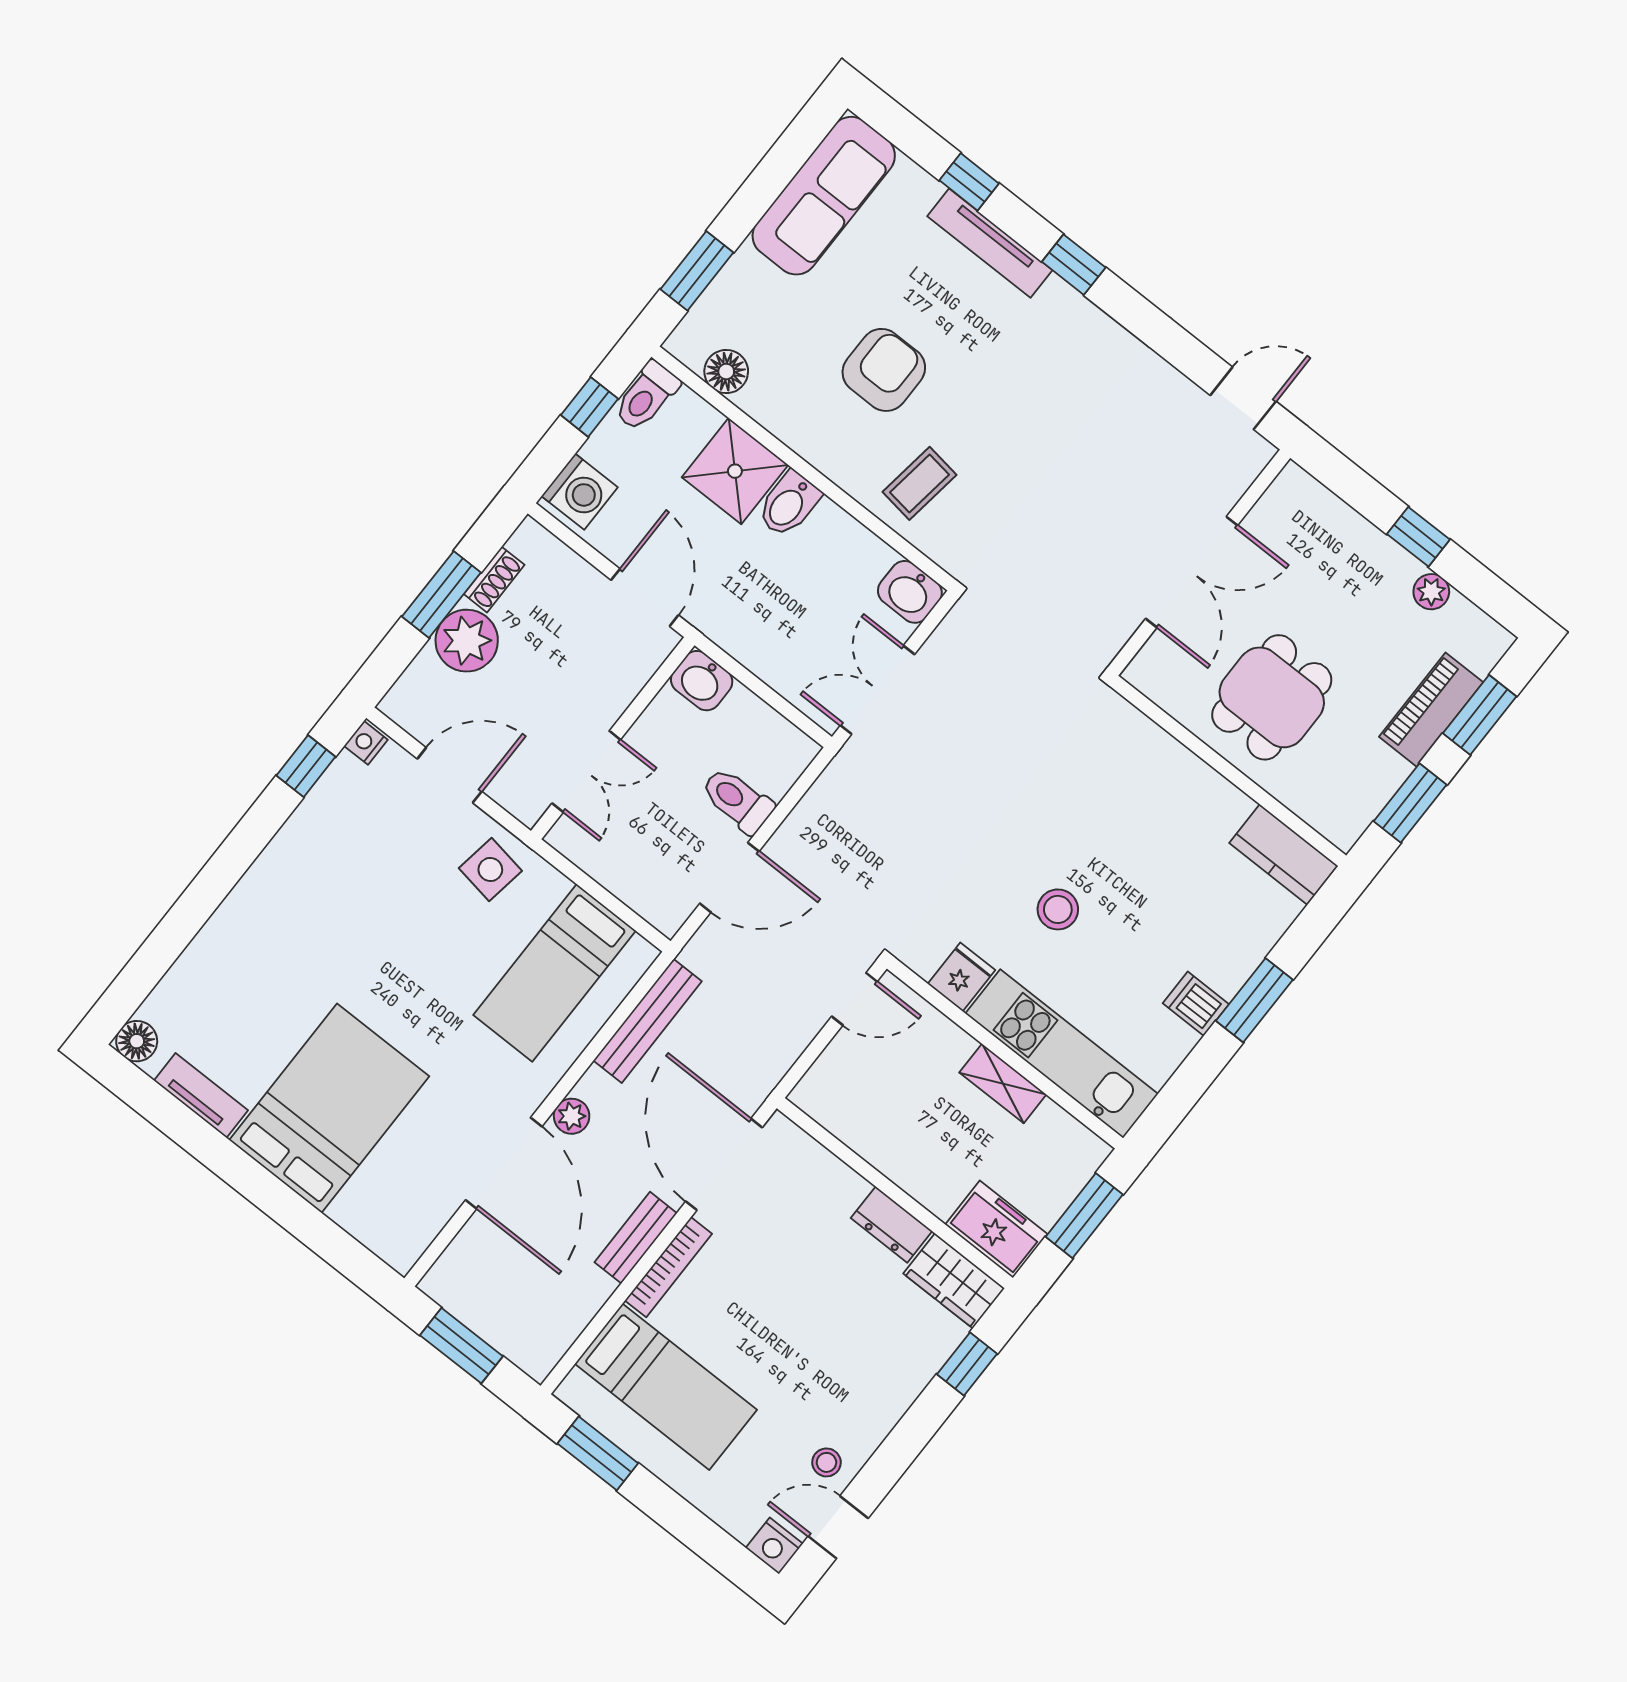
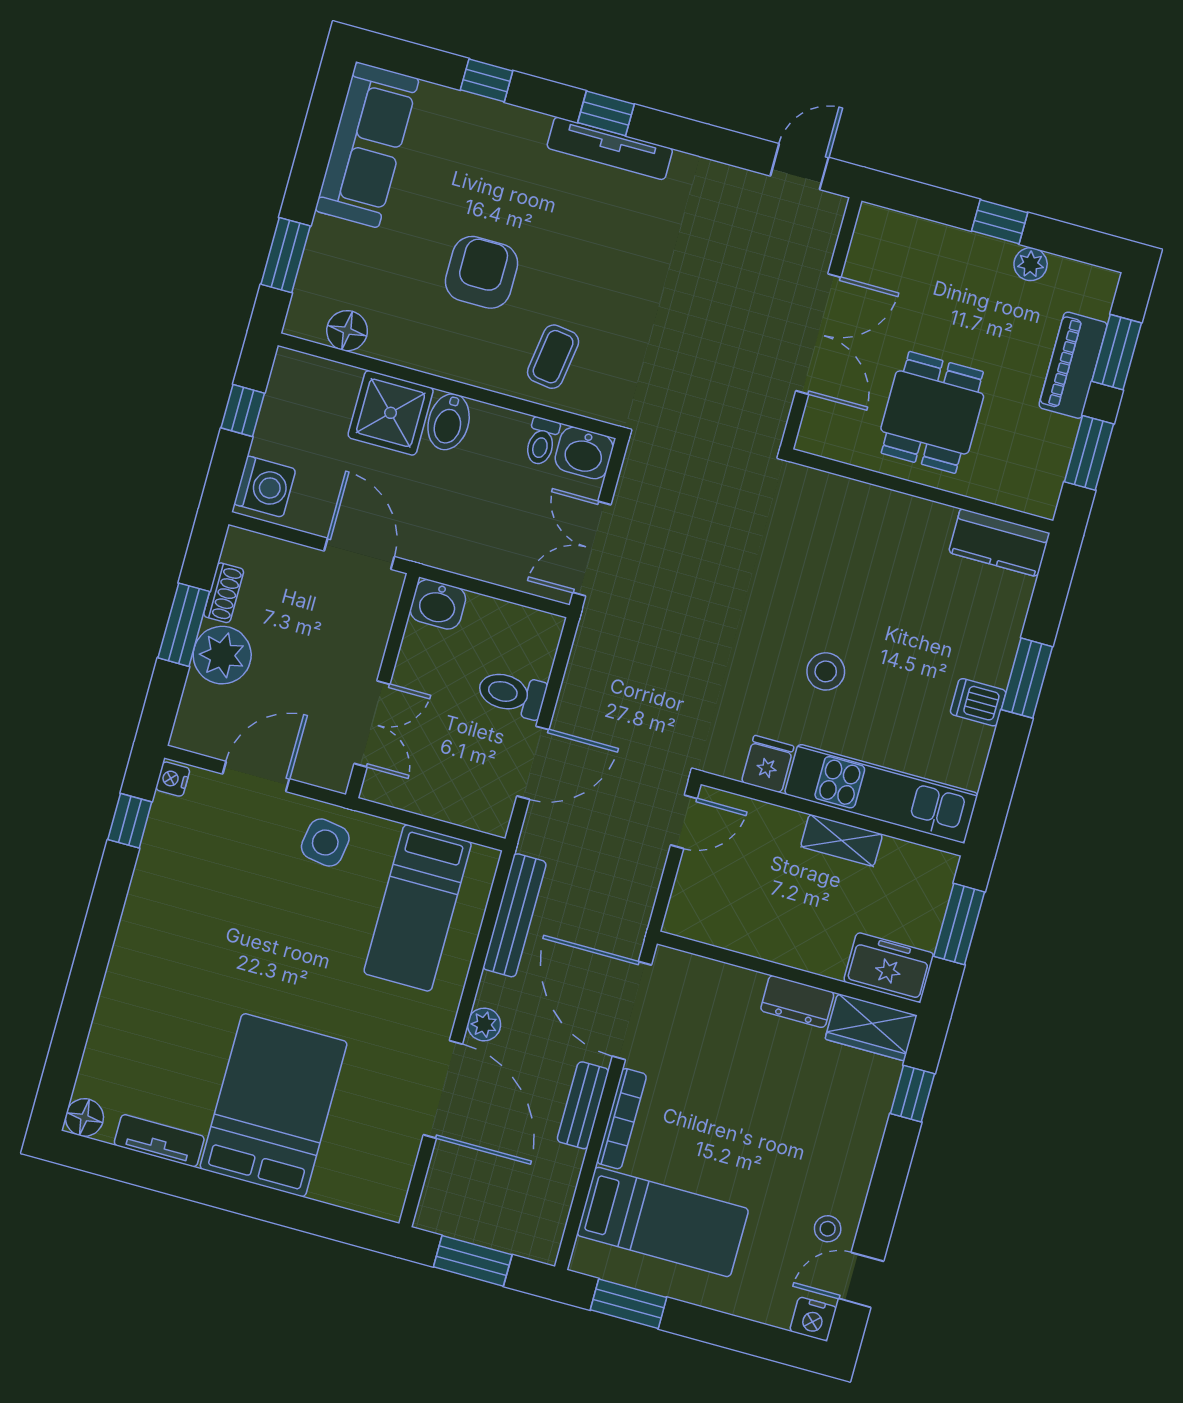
tv unit: (990, 243) -> (610, 148), moved
toilet: (646, 396) -> (542, 441), moved, width x0.73, depth x0.72

